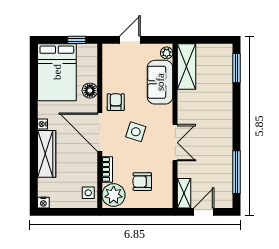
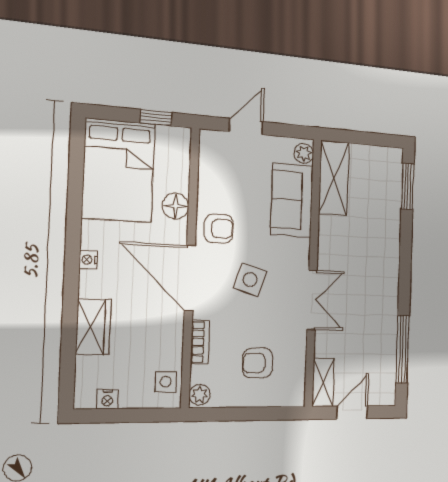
armchair: (116, 102) -> (219, 229), turned 90
wardrobe: (47, 154) -> (93, 327), width x0.67
plant: (114, 195) -> (200, 395), width x0.53, depth x0.53
nightstand: (43, 203) -> (107, 399), moved

